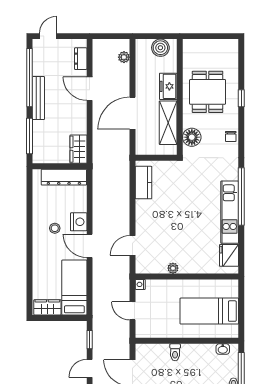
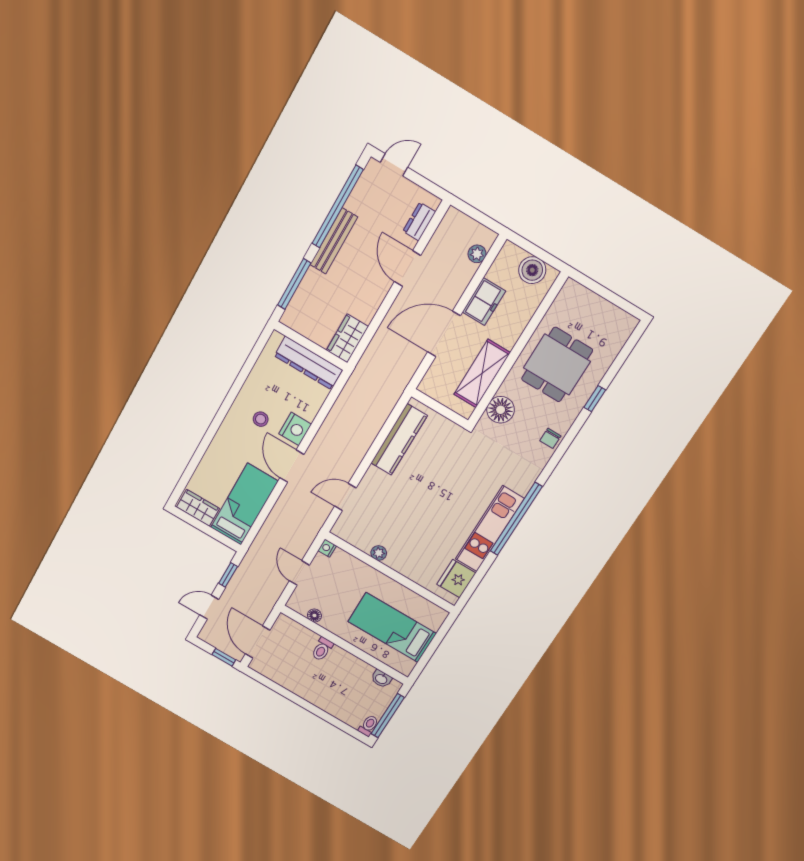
freezer: (168, 86) -> (484, 302), moved, turned 180
kitchen counter: (144, 183) -> (399, 439), width x1.50
floor lamp: (158, 333) -> (314, 615), added

